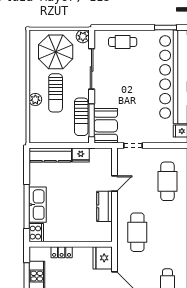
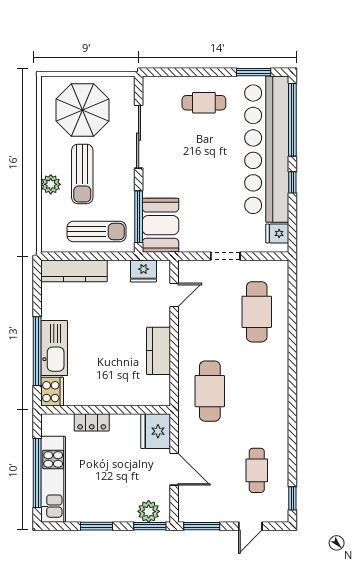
plant: (83, 36) -> (125, 86), removed
cafe table: (123, 42) -> (204, 103), moved
sun lounger: (81, 117) -> (97, 232), moved, turned -90
doorway: (133, 146) -> (225, 256), moved
fridge: (81, 155) -> (144, 271), moved
door: (114, 184) -> (174, 295), moved

